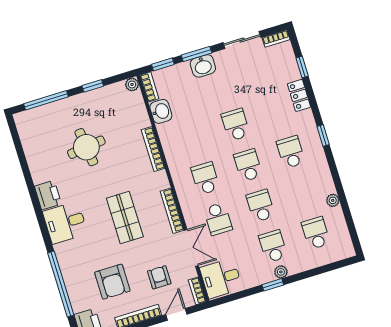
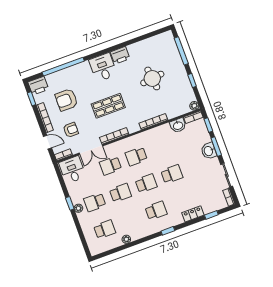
school desk: (205, 178) -> (136, 156), turned 180
school desk: (273, 246) -> (95, 202), turned 180

